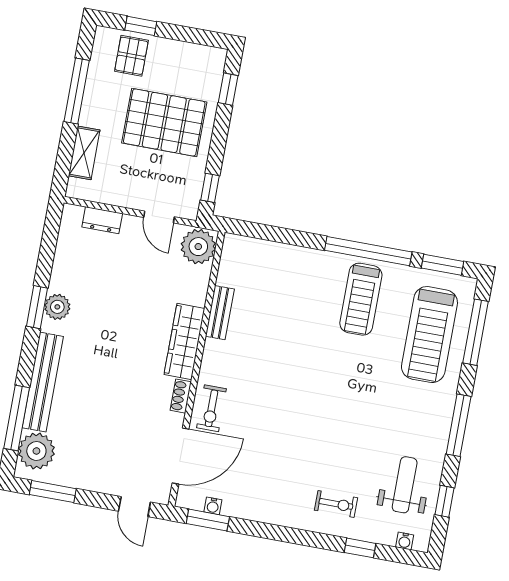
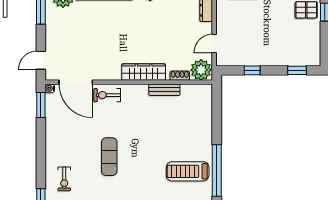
pallet: (164, 122) -> (270, 36), removed
window: (210, 188) -> (252, 70), moved
shoe rack: (181, 396) -> (180, 76), moved
exercise mat: (313, 423) -> (109, 157), added
water cooler: (213, 506) -> (50, 88), moved

